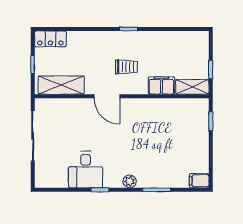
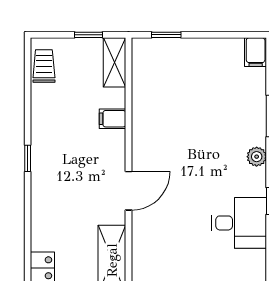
trolley: (126, 67) -> (44, 66), moved
filing cabinet: (161, 86) -> (113, 119), width x0.50

